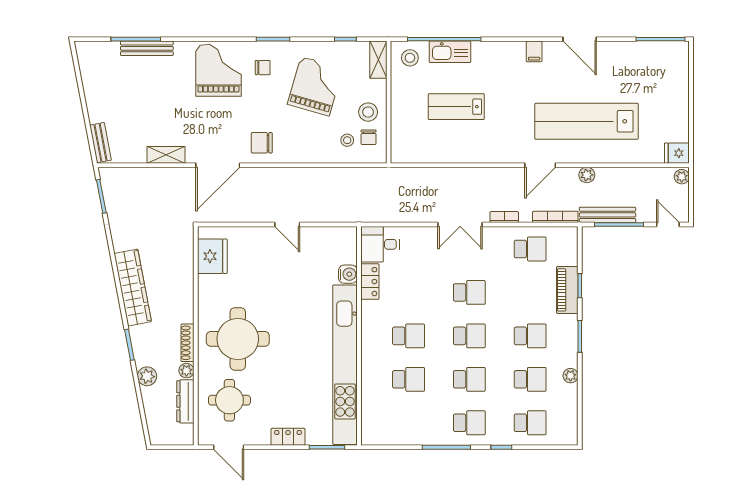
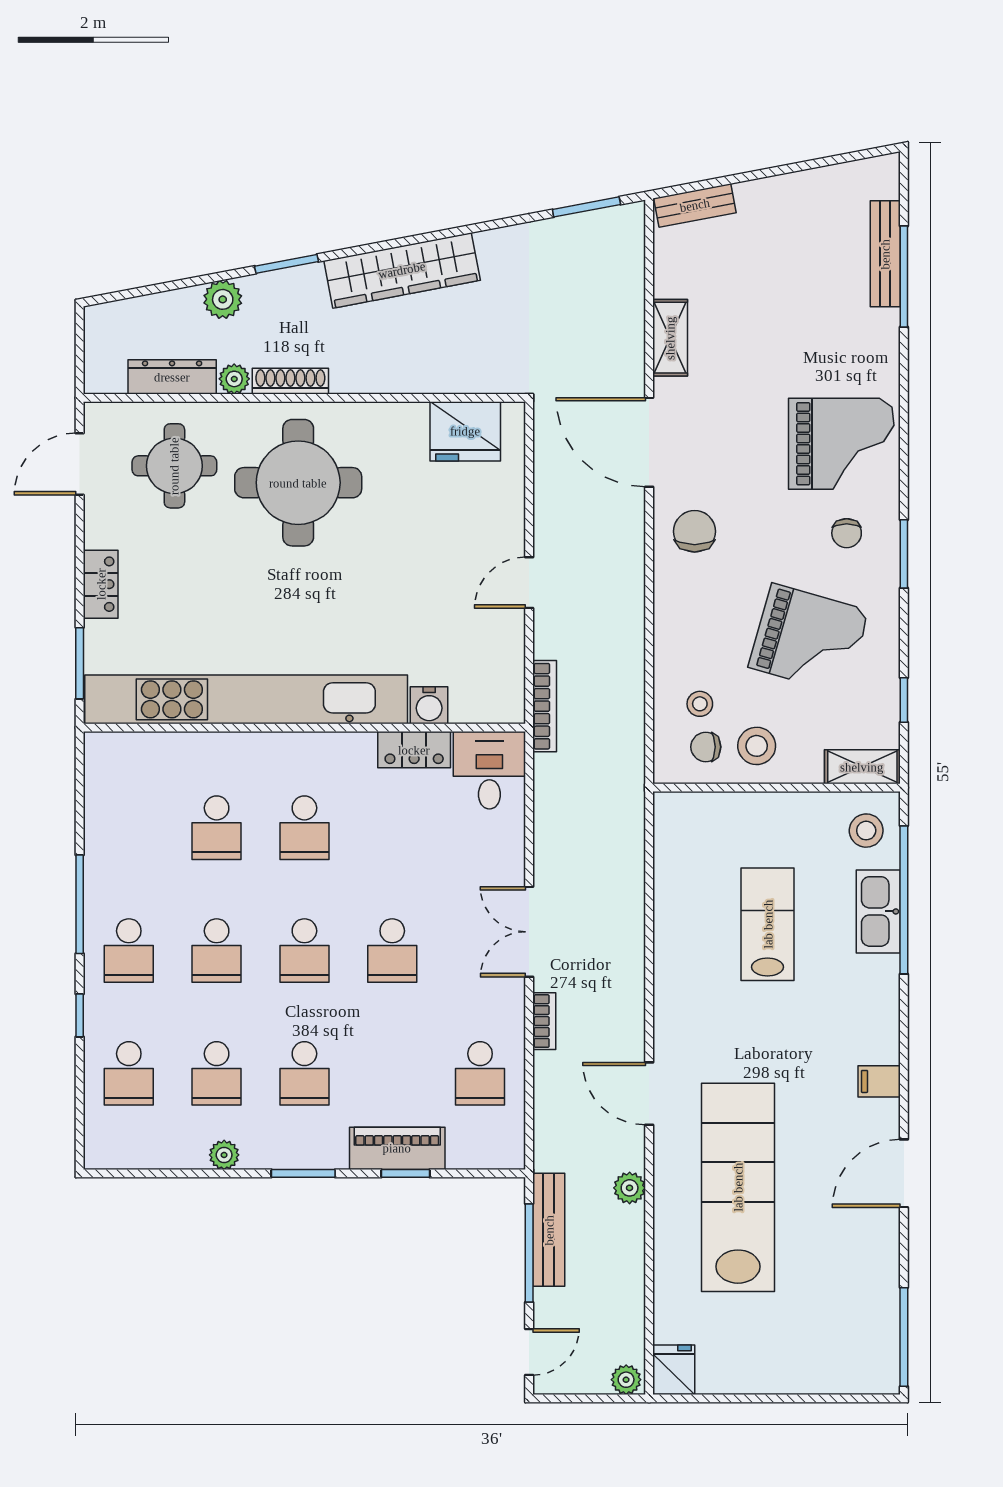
bench: (147, 48) -> (885, 254), moved
bookcase: (555, 217) -> (545, 706), moved

